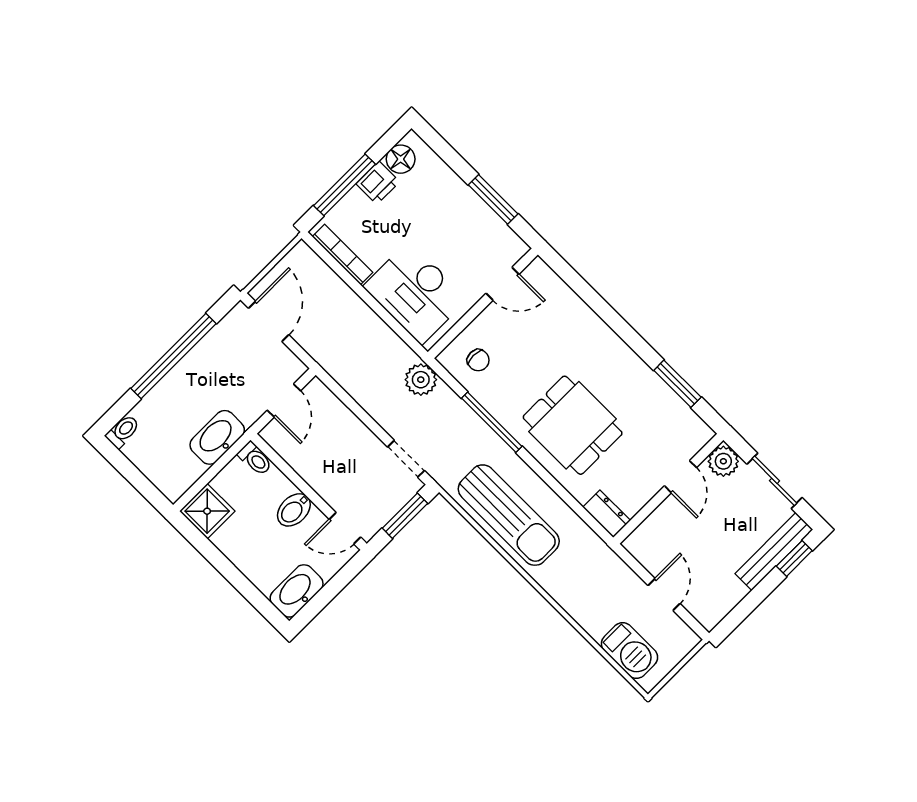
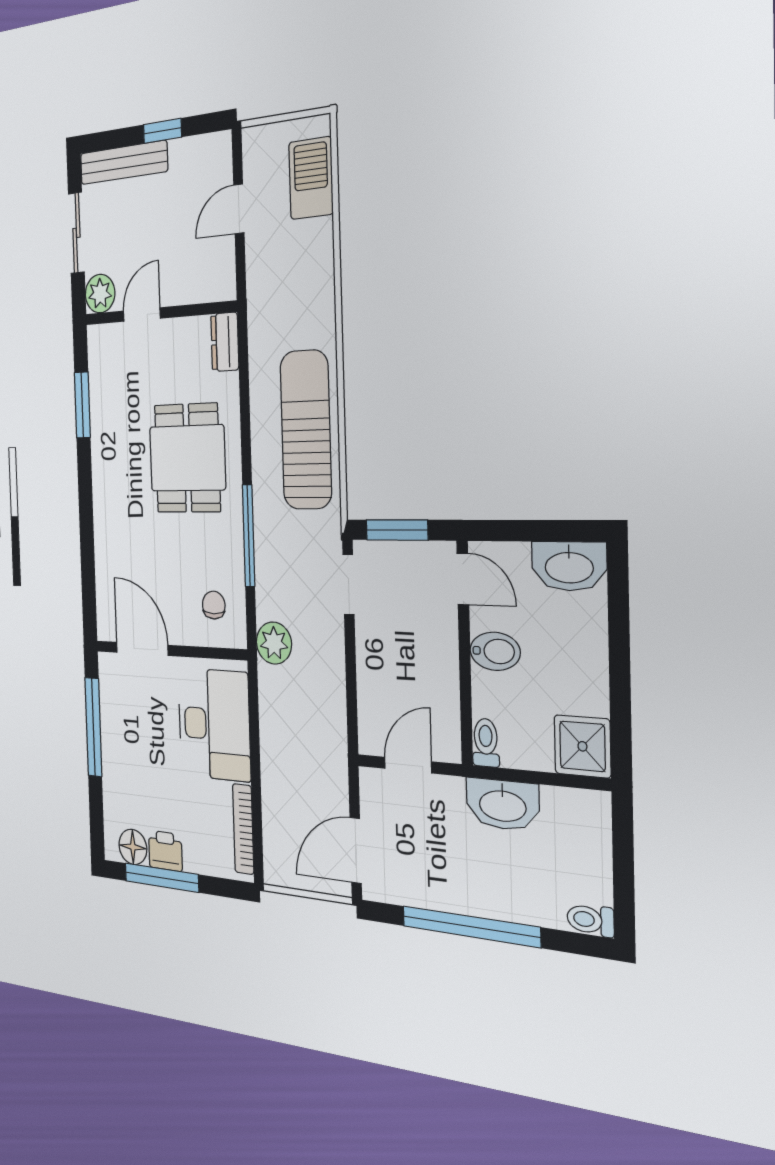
window: (345, 185) -> (162, 878), moved
window: (493, 199) -> (93, 727), width x1.44
door: (502, 284) -> (142, 649), width x1.38
window: (794, 558) -> (162, 131), moved

